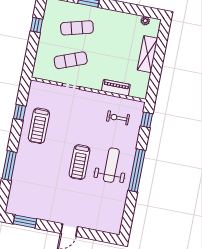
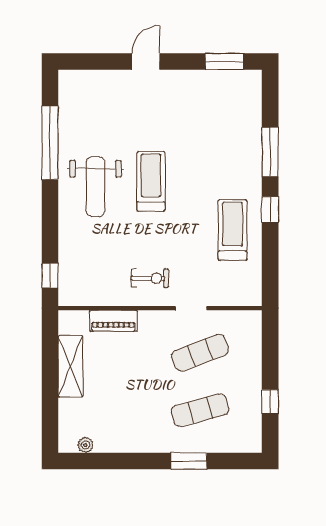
shelving: (147, 54) -> (71, 366), moved
window: (20, 112) -> (270, 209), moved
exercise bike: (118, 118) -> (150, 278), moved
window: (137, 170) -> (50, 143), moved

